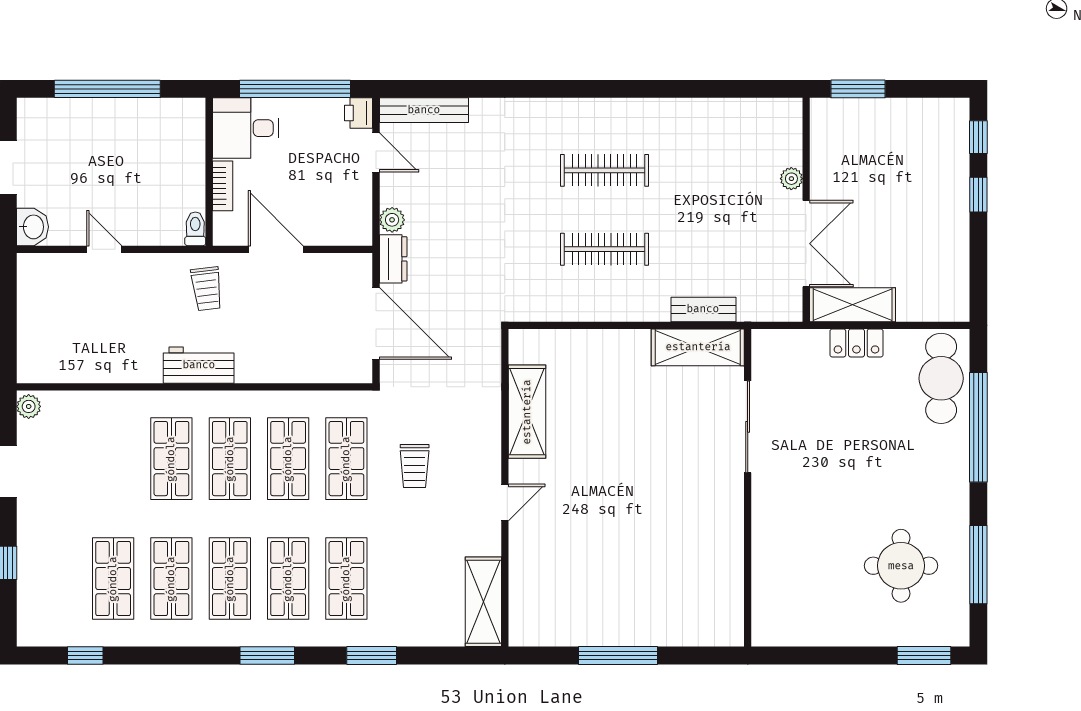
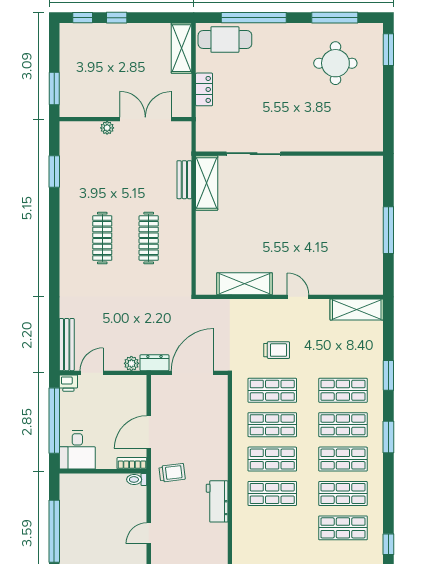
window: (717, 89) -> (54, 171), added
bookcase: (223, 186) -> (132, 463), moved
shelving: (853, 305) -> (181, 48), moved
workbench: (199, 365) -> (217, 501), moved

